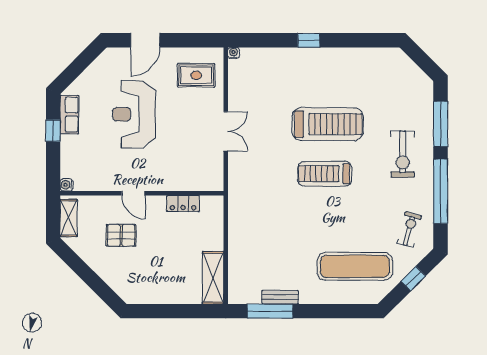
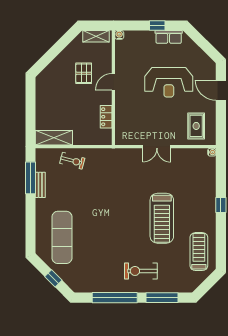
reception desk: (134, 114) -> (169, 82), turned 180
treadmill: (325, 174) -> (199, 252), moved
exercise bike: (409, 230) -> (72, 161), moved

